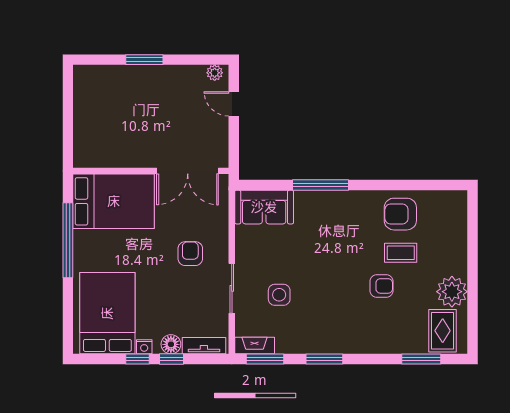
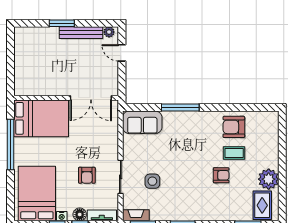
bench: (173, 74) -> (81, 33), added
armchair: (190, 254) -> (87, 175), moved, turned 180

